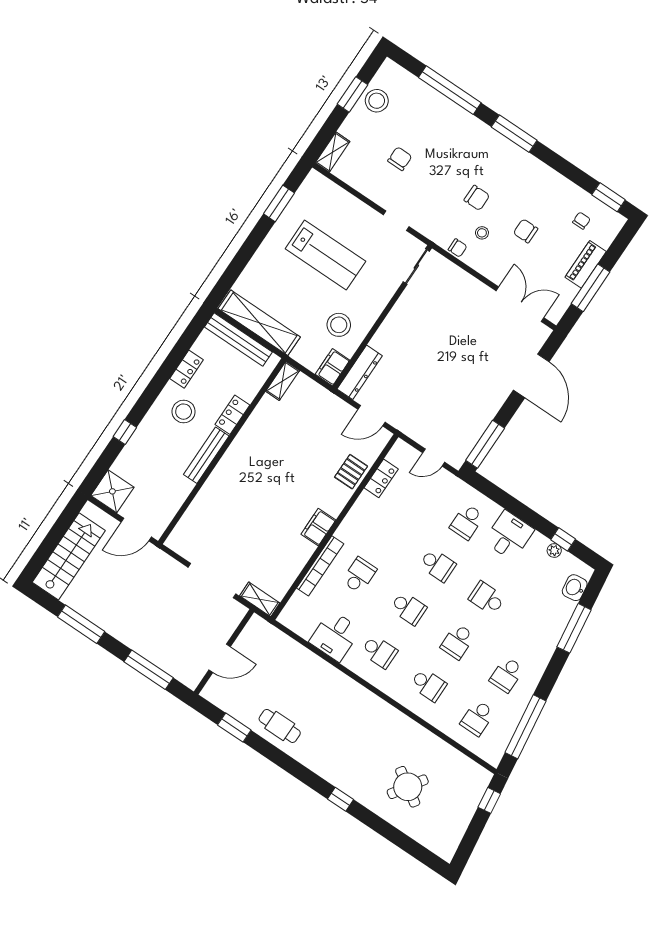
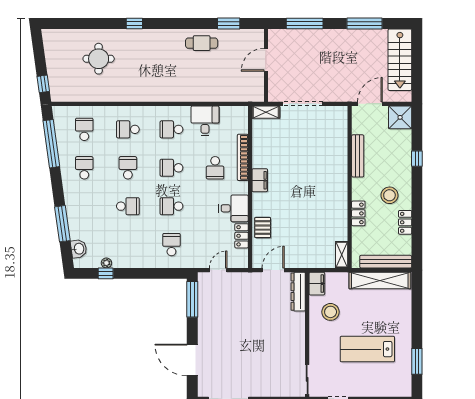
bench: (206, 455) -> (358, 156), moved
desk: (509, 535) -> (234, 208), moved, turned -90
round table: (408, 787) -> (99, 59), turned -33

